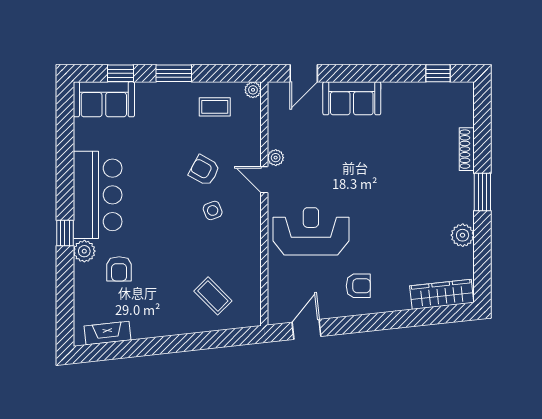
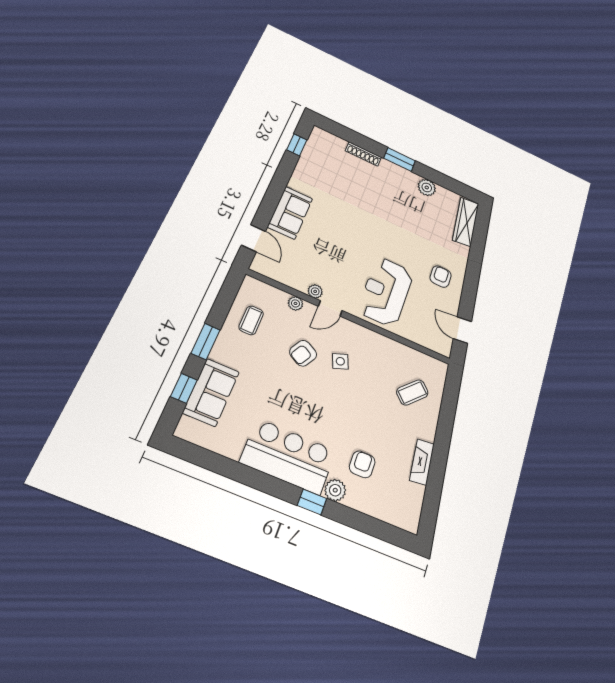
plant: (253, 90) -> (295, 303), moved
sofa: (104, 99) -> (211, 392), moved
armchair: (119, 269) -> (362, 464), turned -90
fireplace: (108, 333) -> (422, 462), moved

